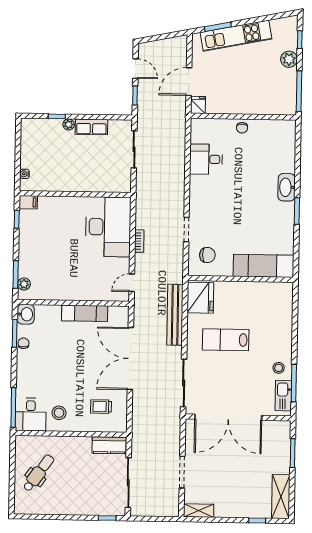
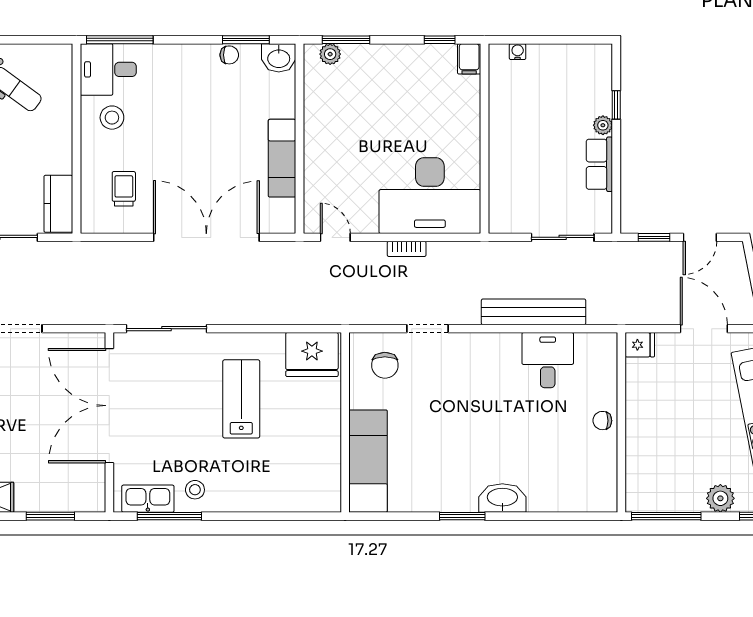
door: (189, 82) -> (704, 329), moved
bench: (175, 315) -> (534, 312), moved

